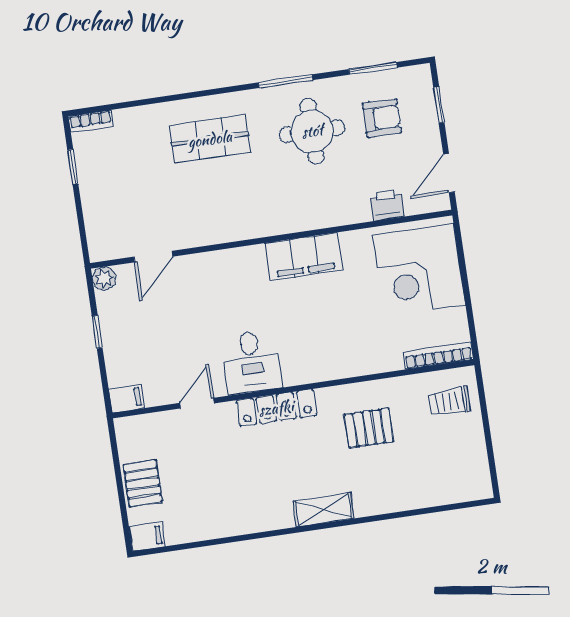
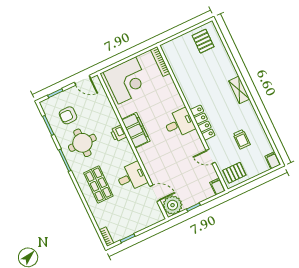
armchair: (382, 118) -> (68, 115), turned -90
printer: (387, 205) -> (118, 133), moved
desk: (205, 216) -> (131, 177), added
plant: (104, 279) -> (173, 205), width x1.88, depth x1.88
desk: (252, 362) -> (179, 123), moved
trolley: (449, 402) -> (242, 139), moved
pallet: (369, 428) -> (203, 41), moved
pallet: (143, 483) -> (234, 173), moved

